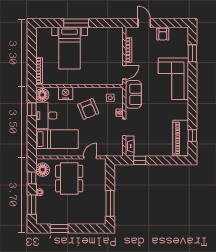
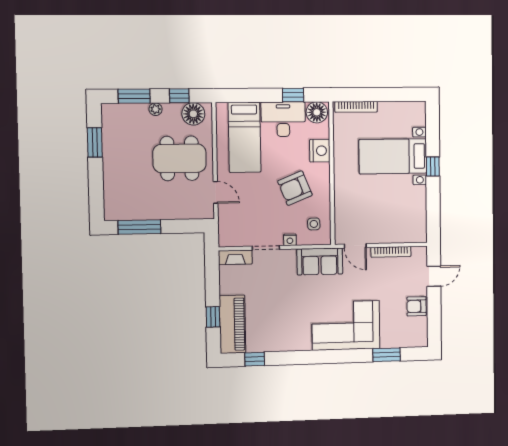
window: (76, 23) -> (433, 166), width x0.46
piano: (181, 138) -> (233, 324), moved, turned 90
window: (140, 160) -> (213, 317), moved

